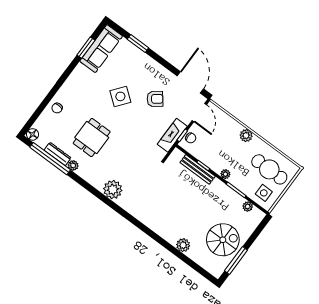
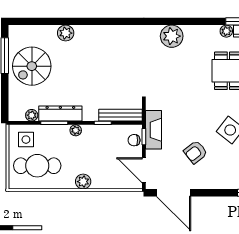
bench: (198, 169) -> (120, 115), moved
dresser: (227, 193) -> (60, 113), added

